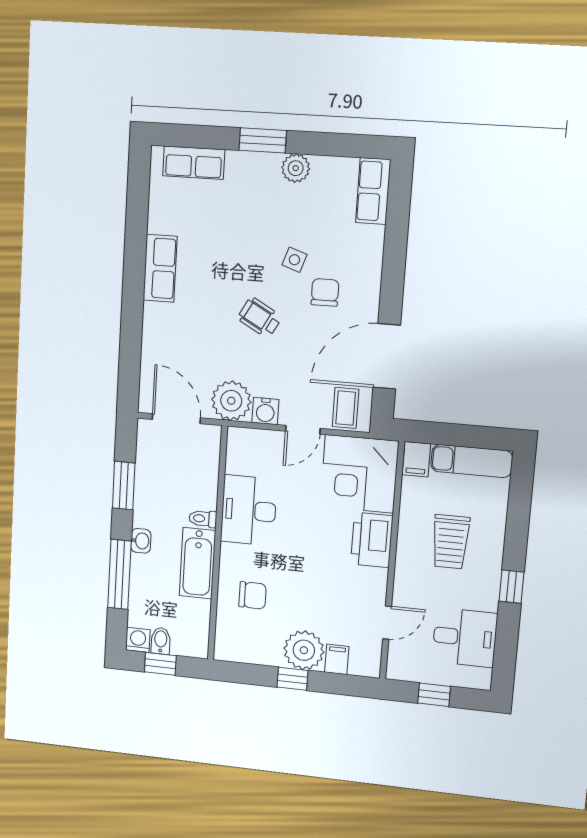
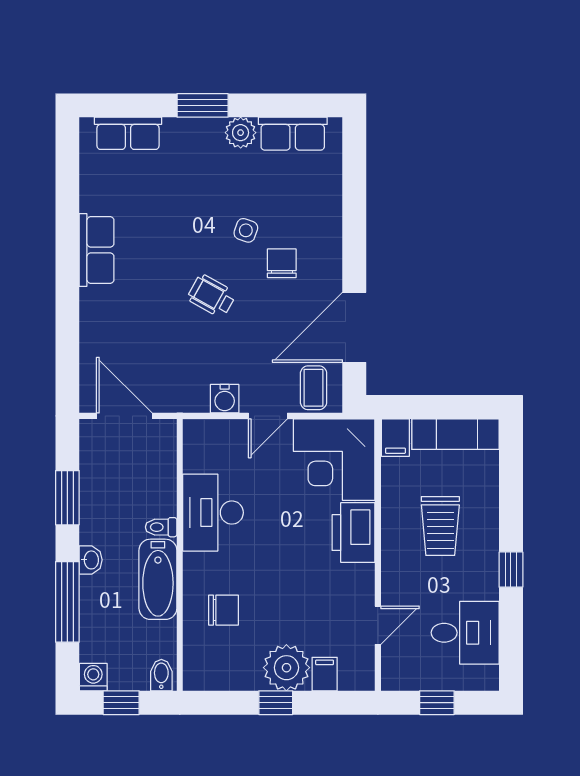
row of seats: (373, 191) -> (293, 134), moved, turned -90
plant: (231, 401) -> (186, 390), removed
bidet: (161, 641) -> (161, 675), moved

